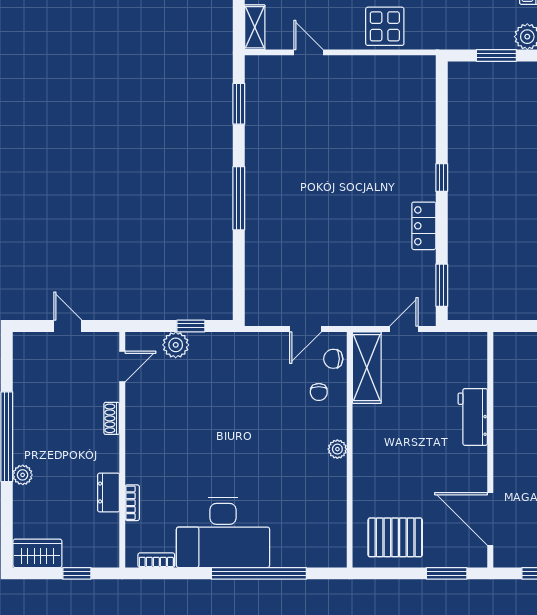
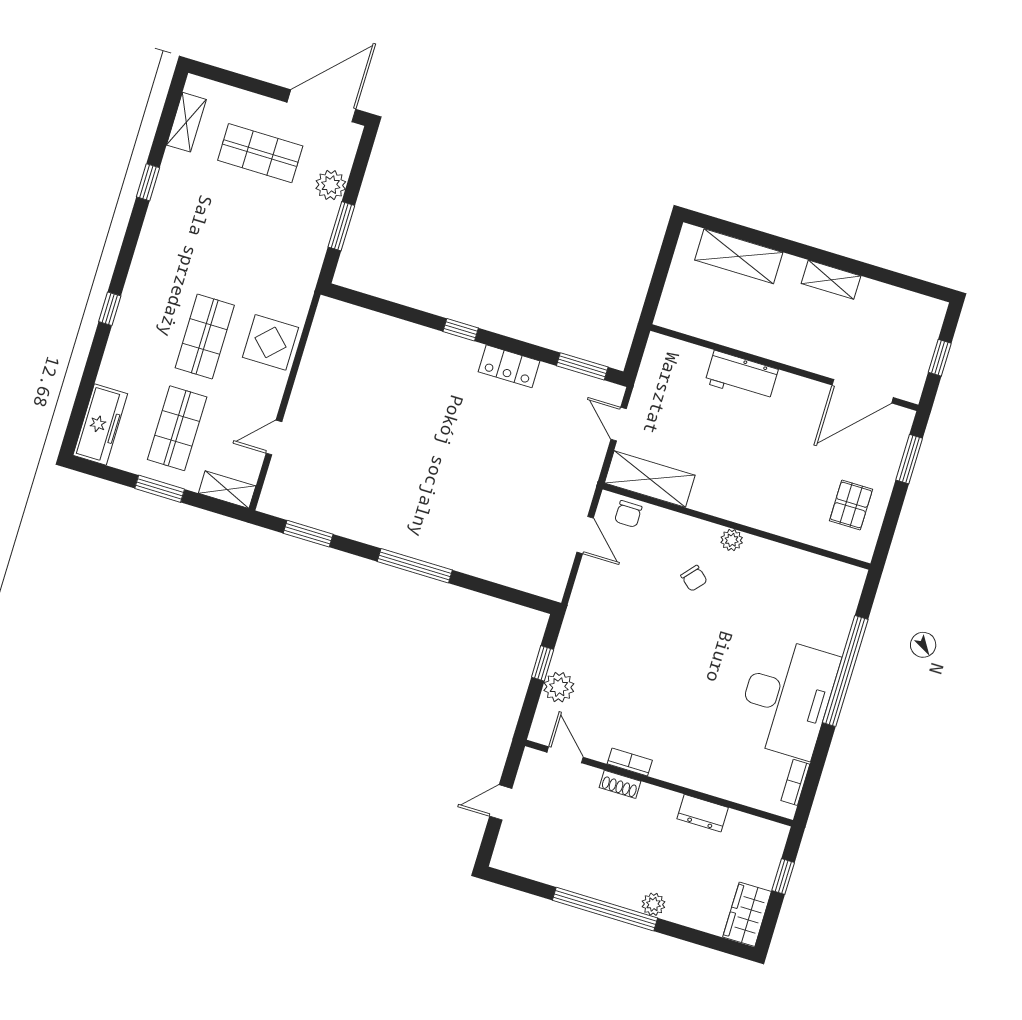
chair: (319, 392) -> (694, 578), moved, turned 41
bookcase: (132, 503) -> (630, 762), moved
pallet: (395, 537) -> (851, 505), width x0.67, depth x0.71

